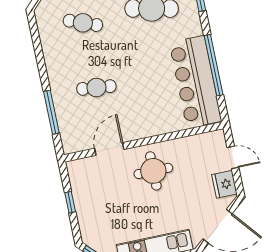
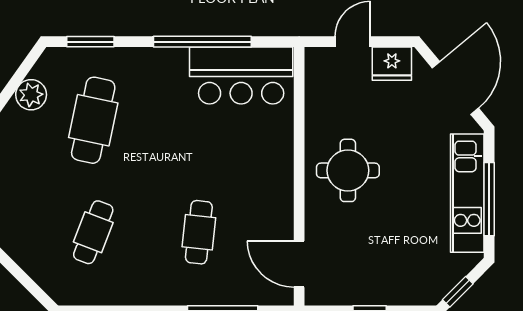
bar counter: (195, 82) -> (241, 75), width x0.73
door: (109, 149) -> (299, 264), moved

